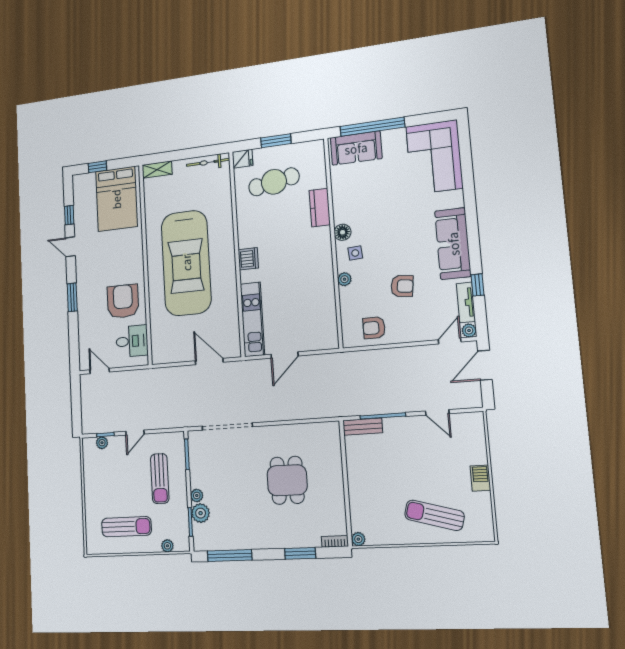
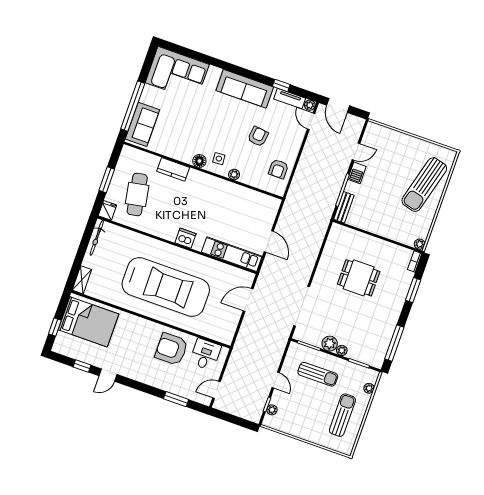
window: (72, 297) -> (176, 399), moved
barbecue: (480, 478) -> (357, 173), moved, turned -90
plant: (201, 513) -> (330, 344), moved
sun lounger: (434, 515) -> (424, 185), width x1.36, depth x1.34

